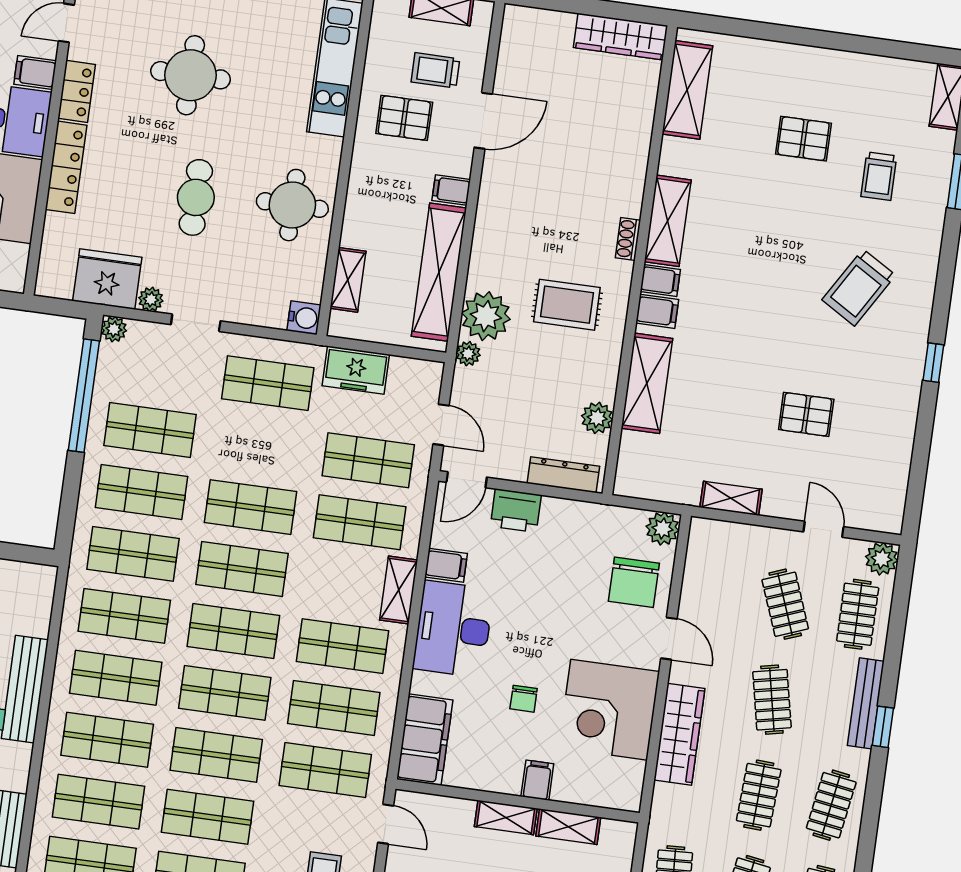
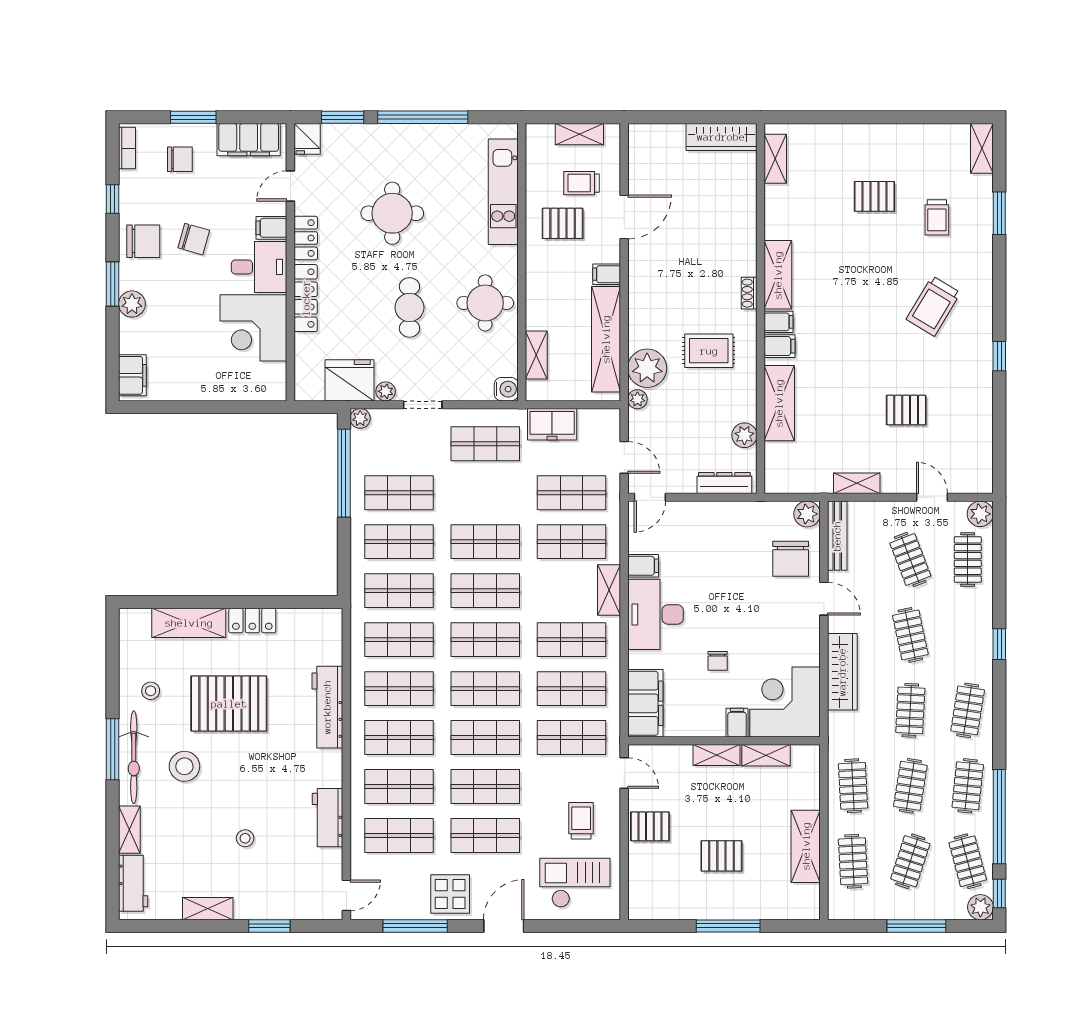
shelving: (687, 90) -> (775, 159), width x0.67, depth x0.75
printer: (516, 511) -> (691, 516), removed
bench: (866, 703) -> (837, 536), moved
corner desk: (609, 710) -> (785, 702), moved, turned 90

